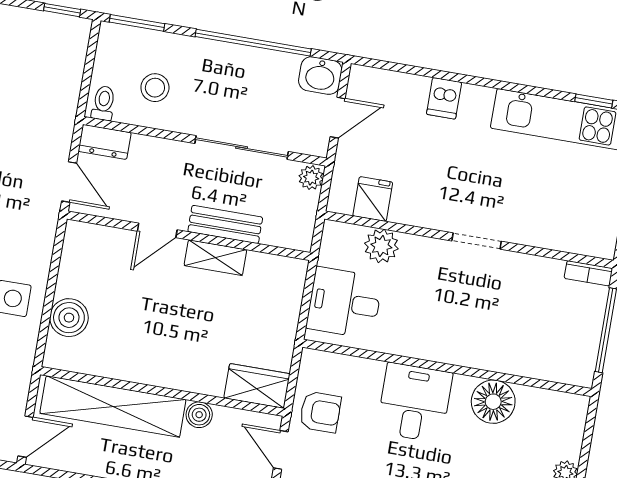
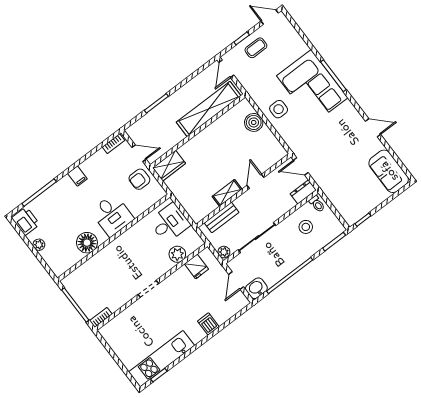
bench: (225, 224) -> (222, 218), moved
boiler: (199, 415) -> (178, 136), removed

